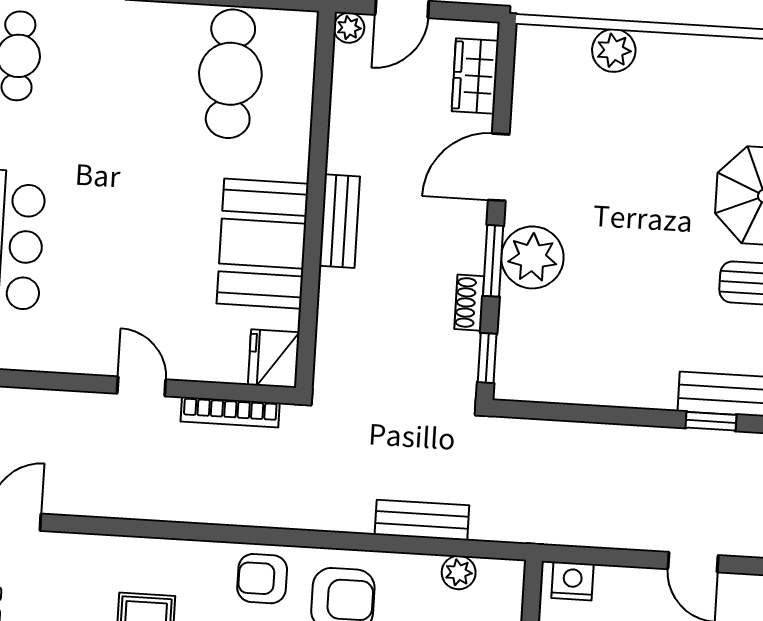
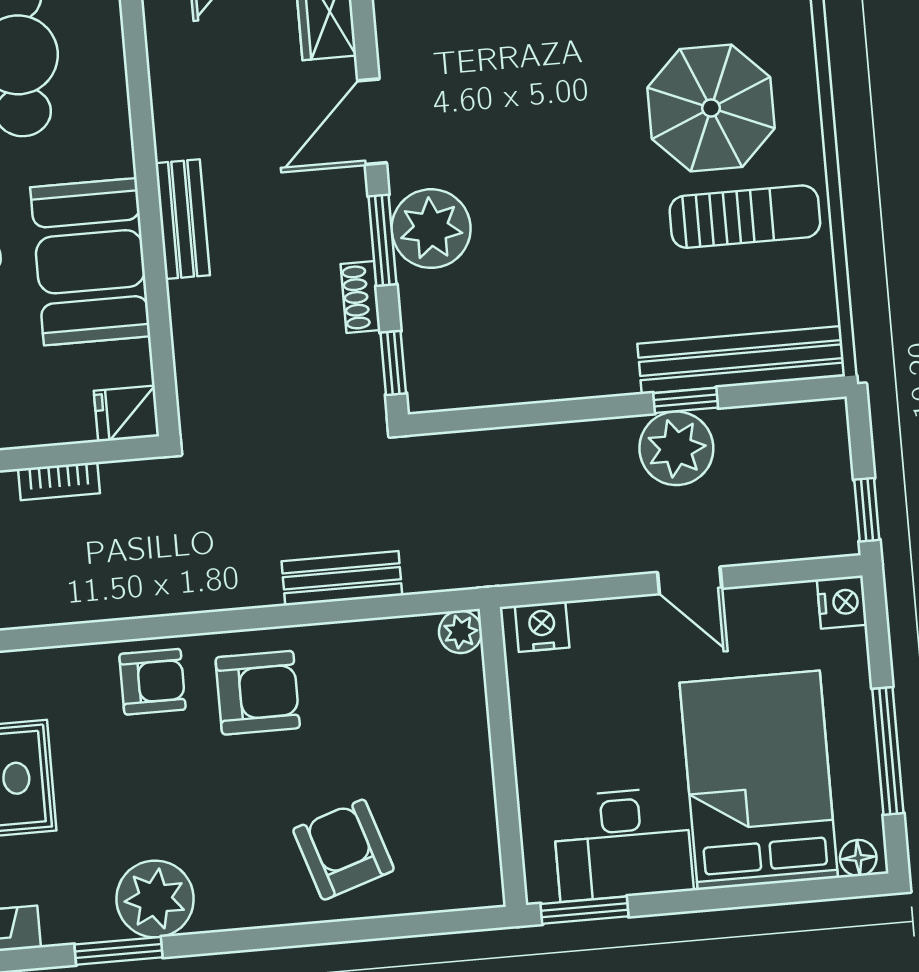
fridge: (274, 359) -> (127, 414), width x0.72
bookcase: (230, 412) -> (59, 481), width x0.64
plant: (698, 458) -> (676, 448), added
plant: (459, 573) -> (460, 632), moved
armchair: (262, 579) -> (152, 682), turned 180

